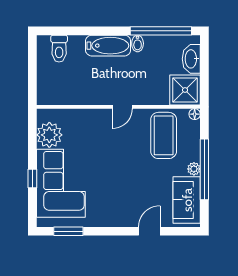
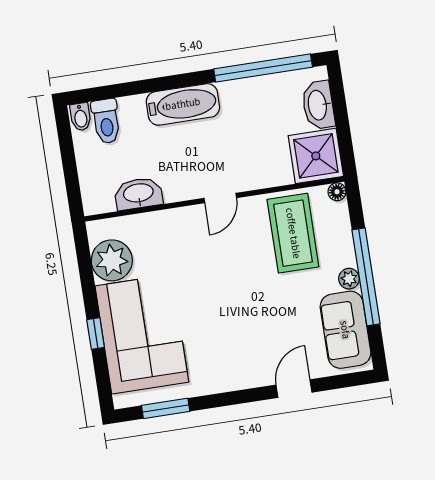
bidet: (138, 43) -> (81, 117), moved
washbasin: (72, 96) -> (138, 194), added

